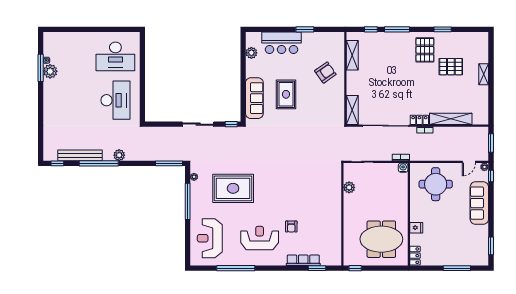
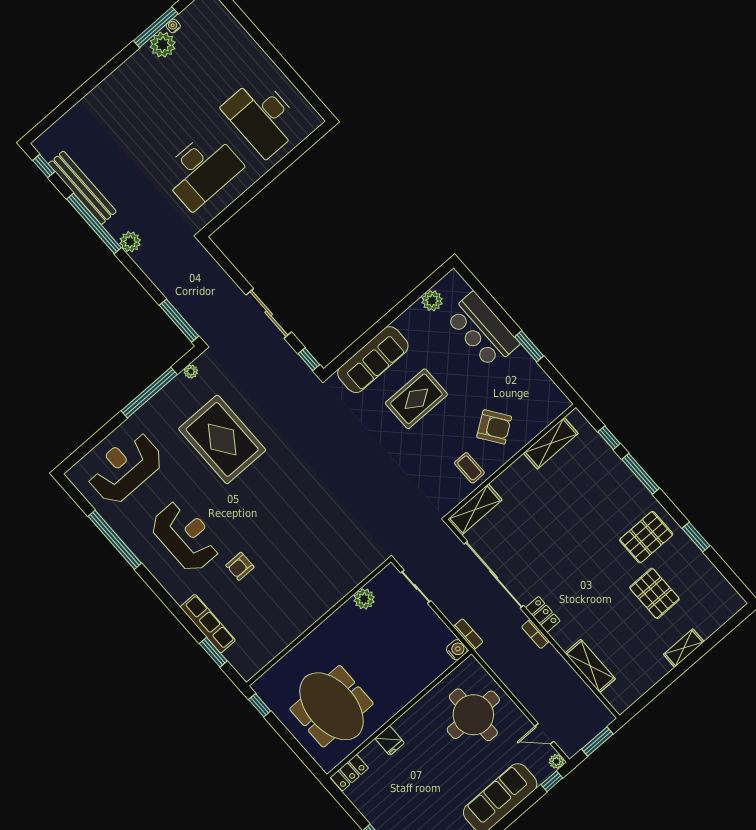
coffee table: (333, 97) -> (469, 468), added
shelving: (451, 119) -> (590, 666), width x0.68

